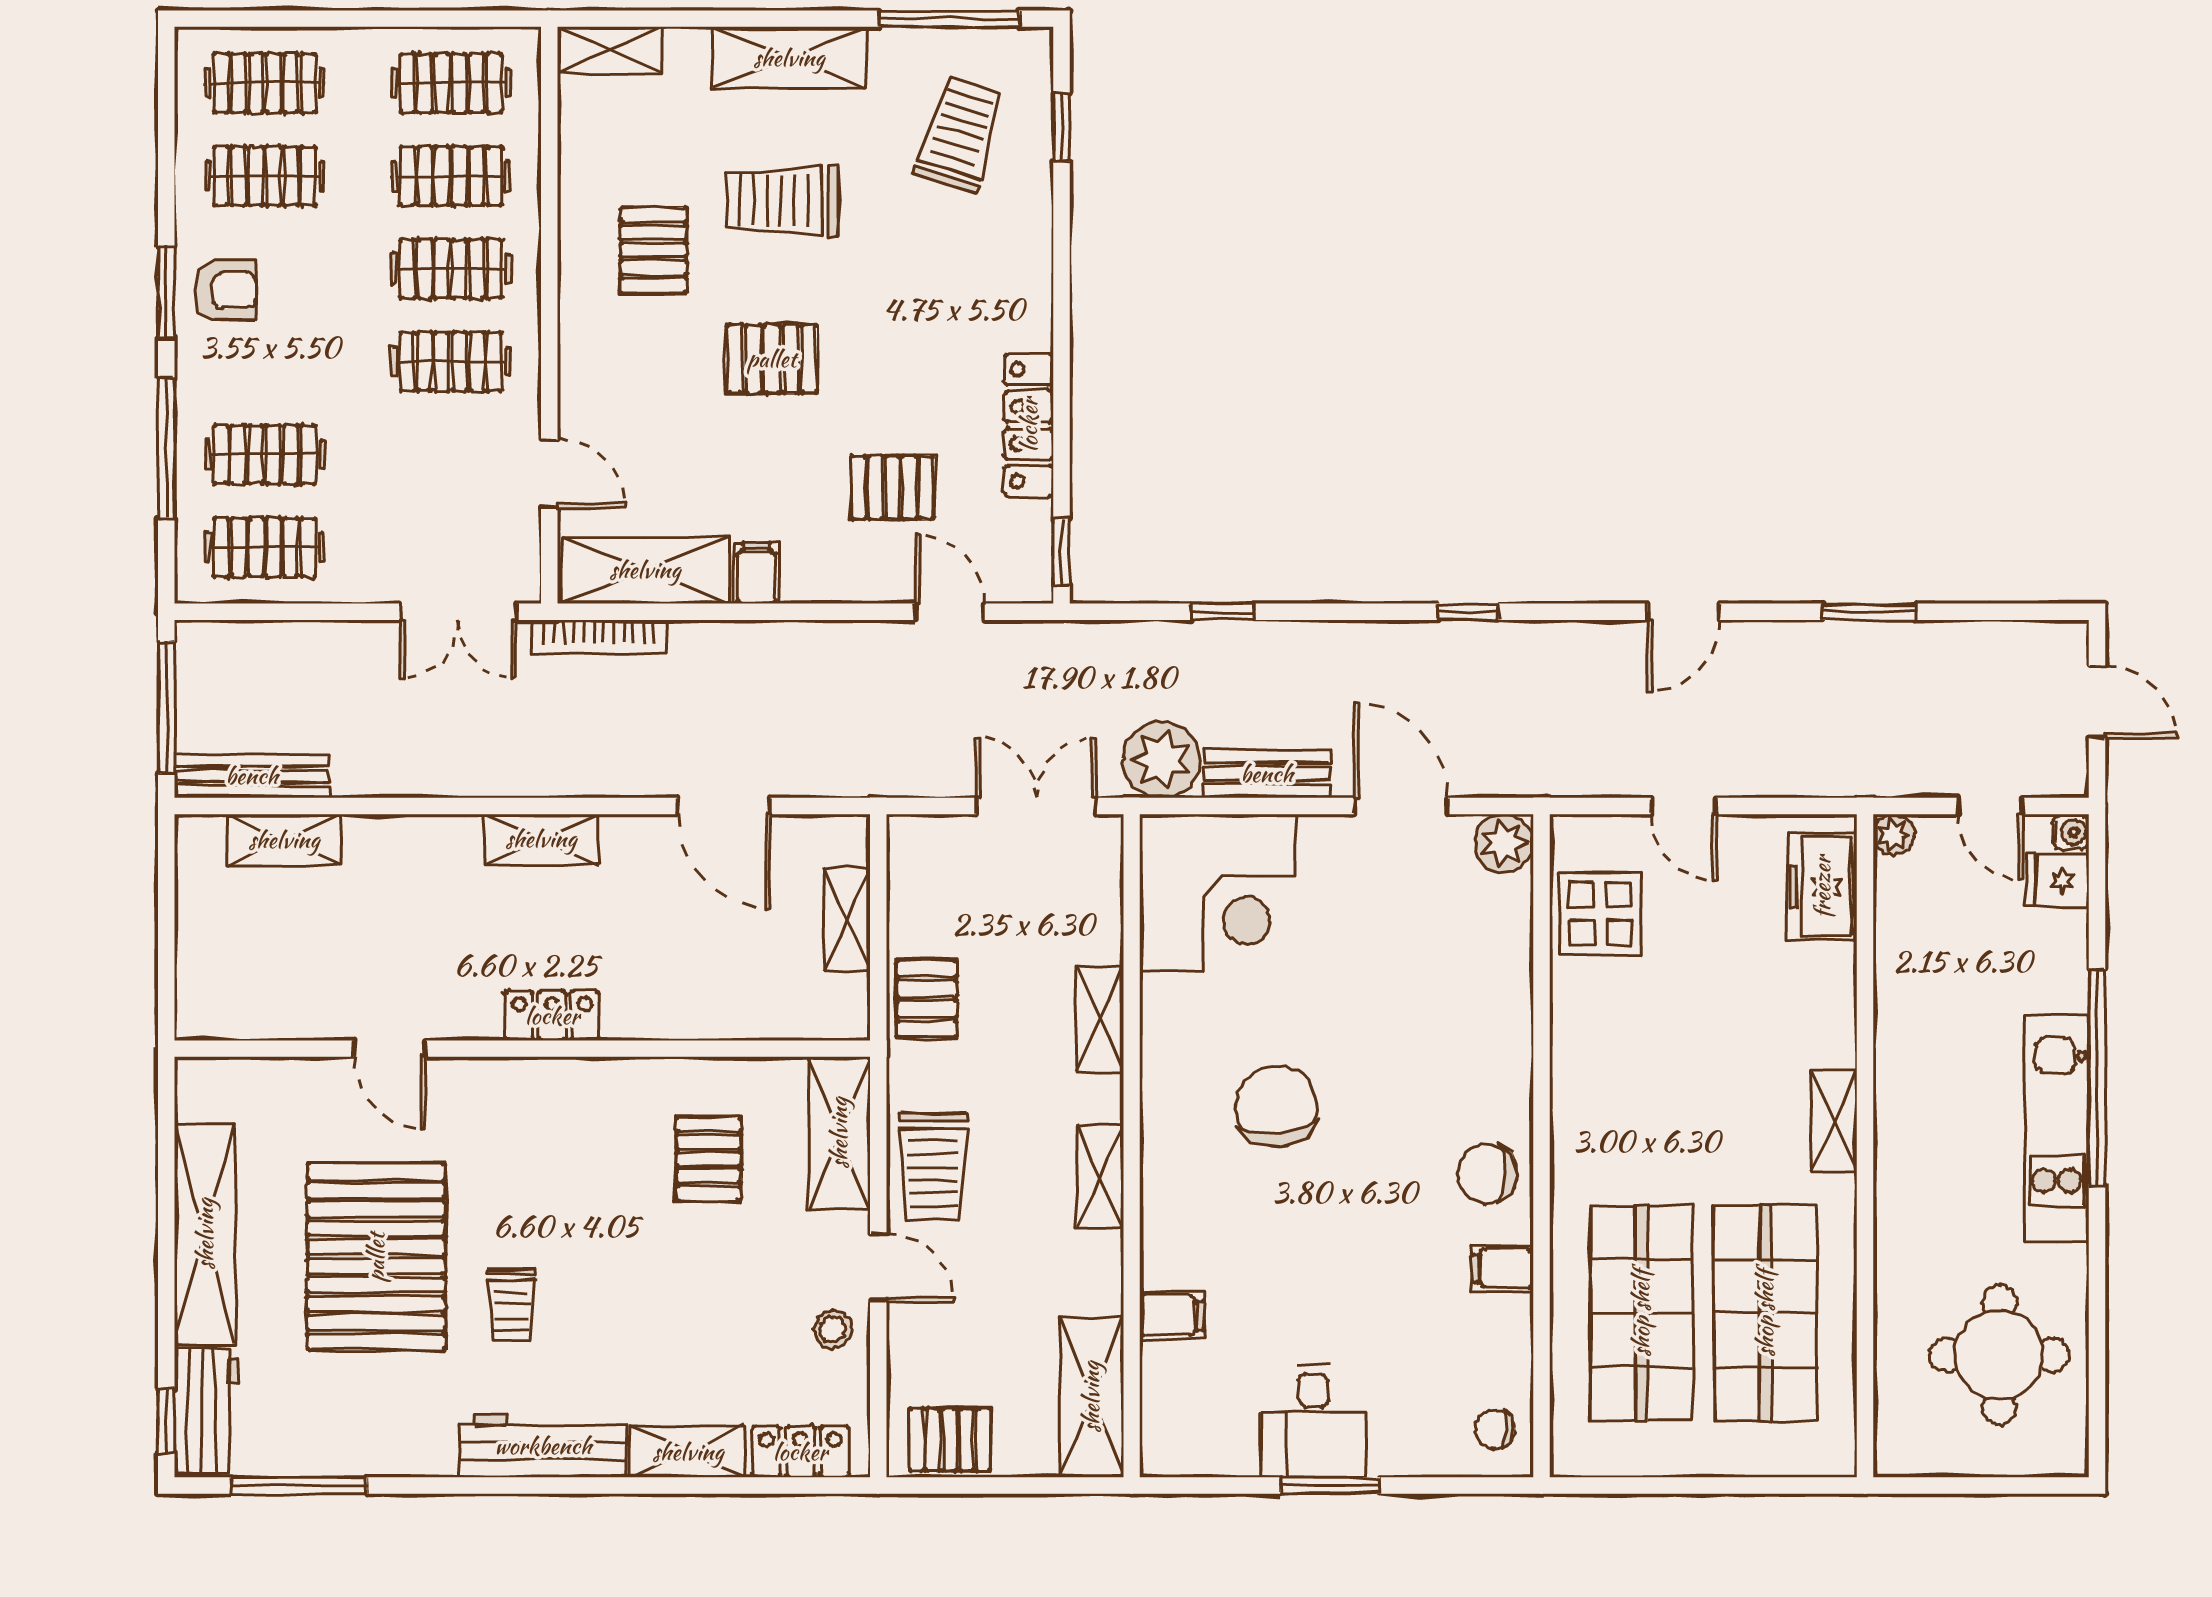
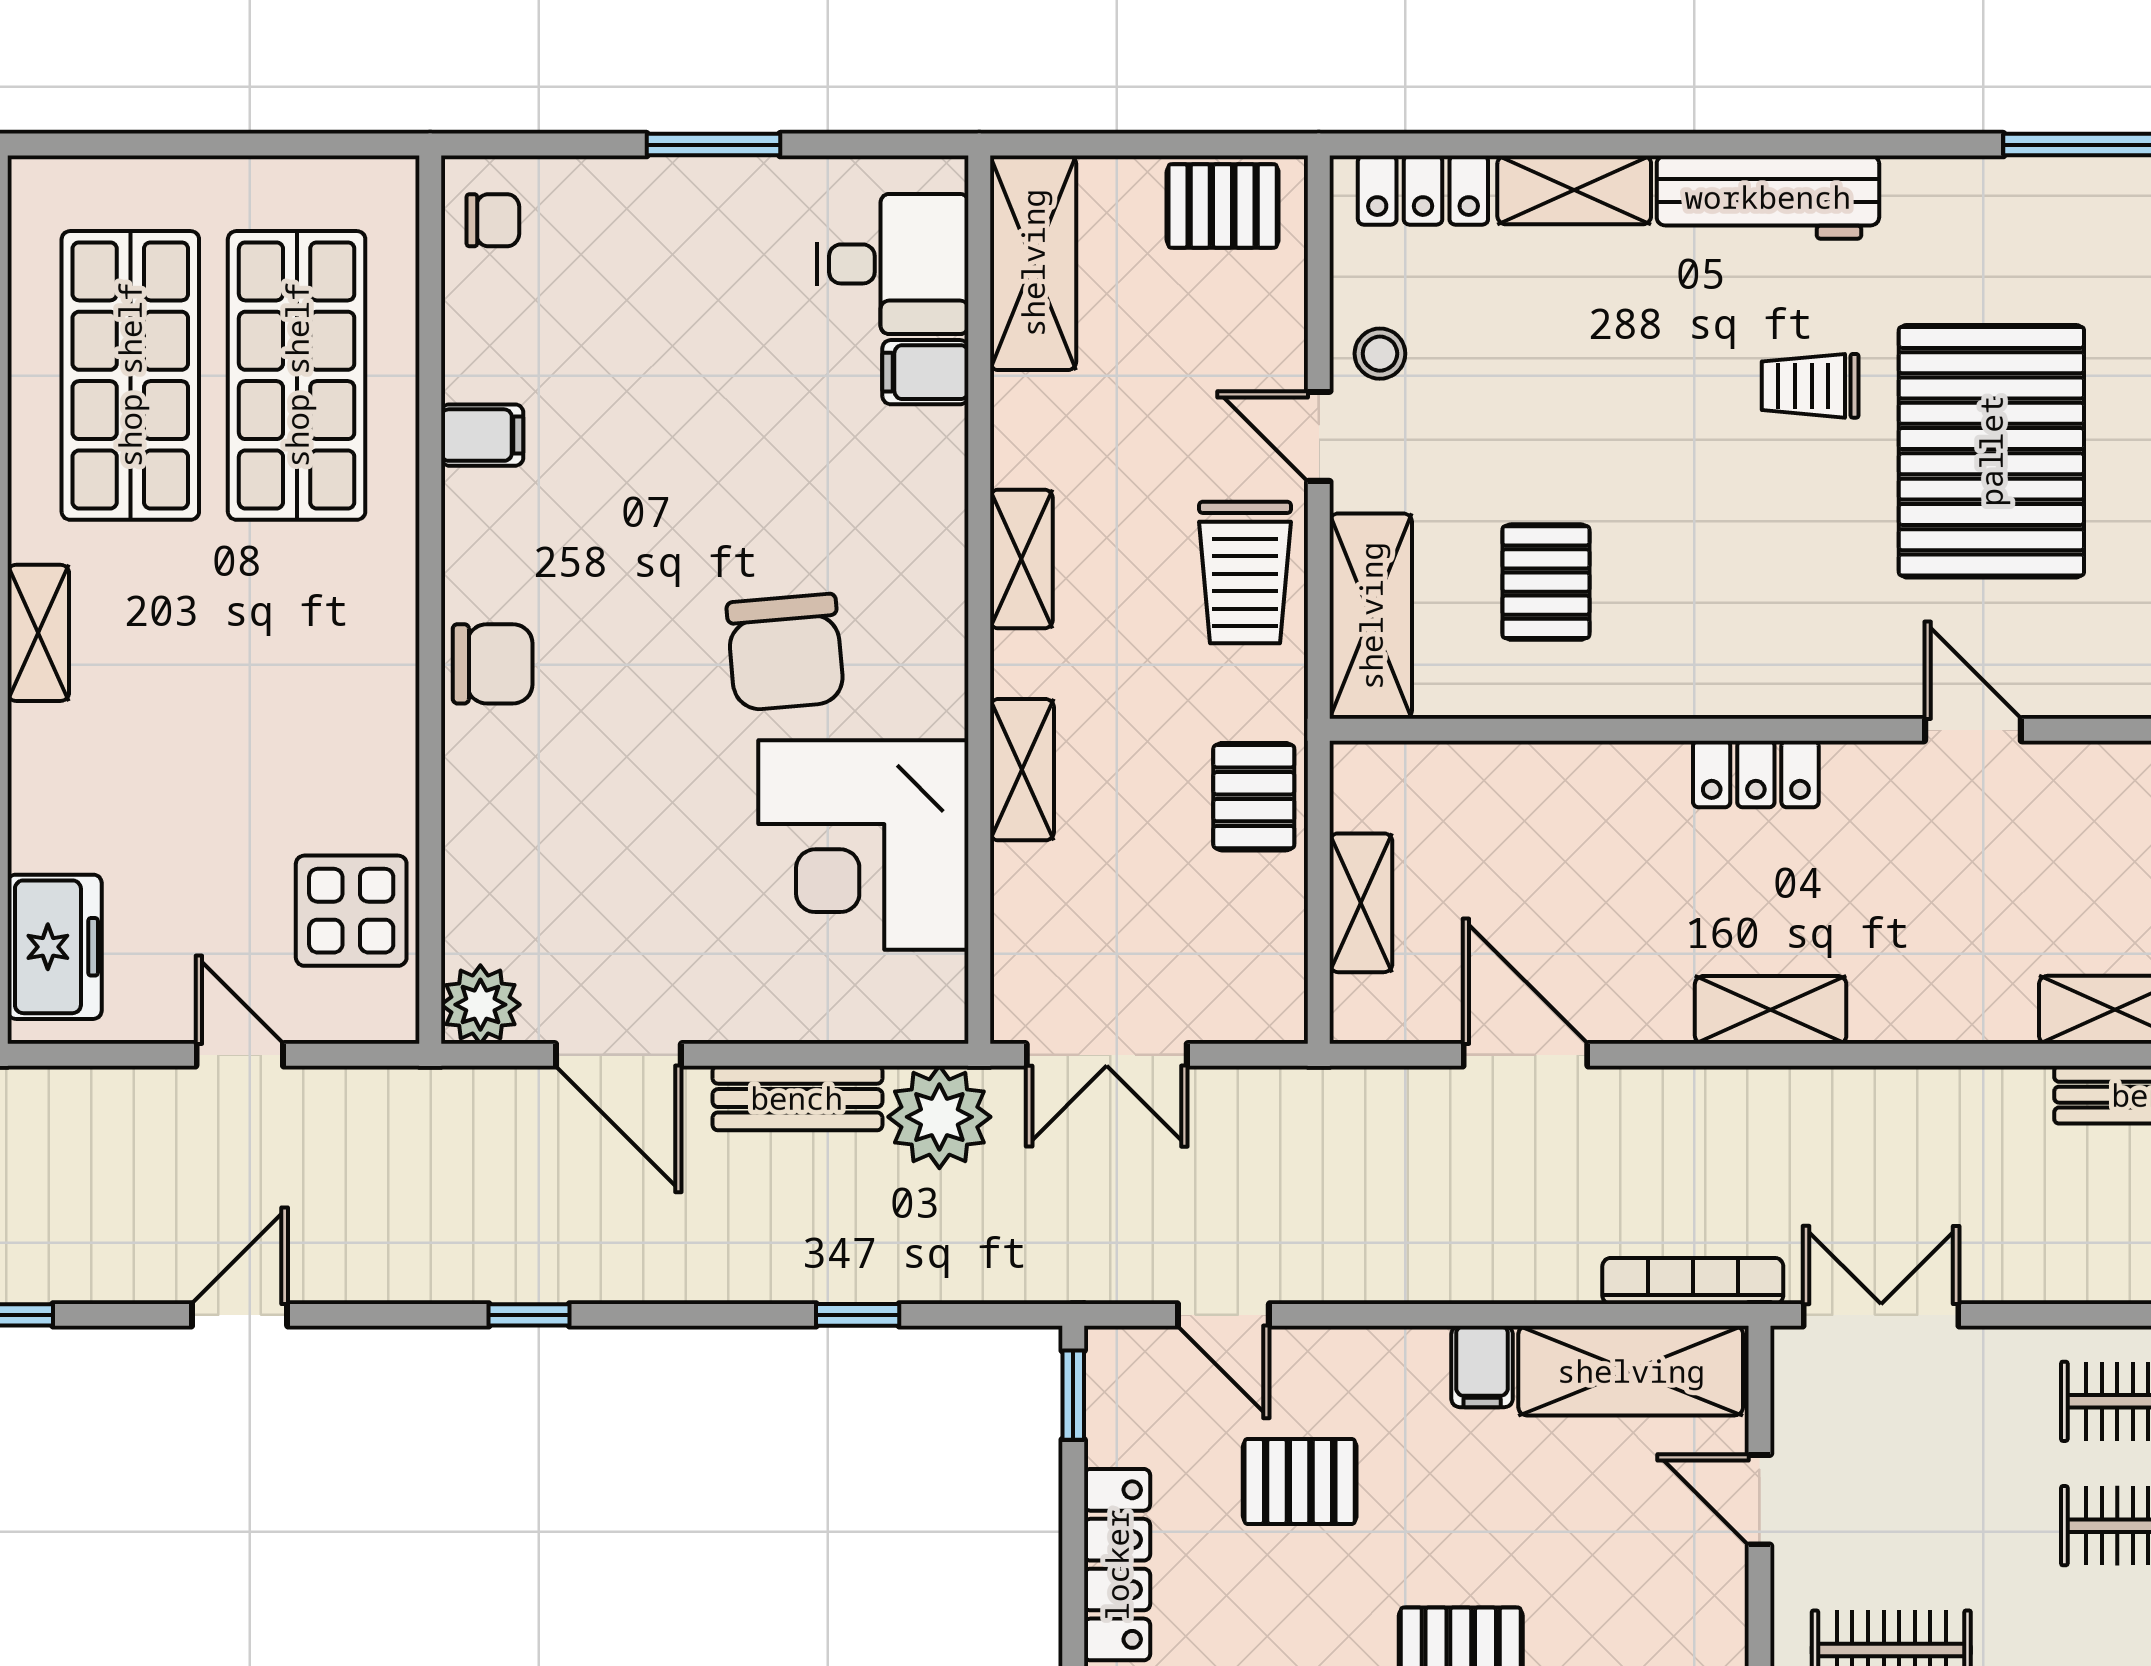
corner desk: (1218, 892) -> (863, 845), moved, turned -90
trolley: (933, 1166) -> (1245, 573), turned 180
chair: (1487, 1174) -> (493, 664), moved
trolley: (511, 1305) -> (1810, 386), turned -90
desk: (1313, 1421) -> (893, 264), moved, turned 90

